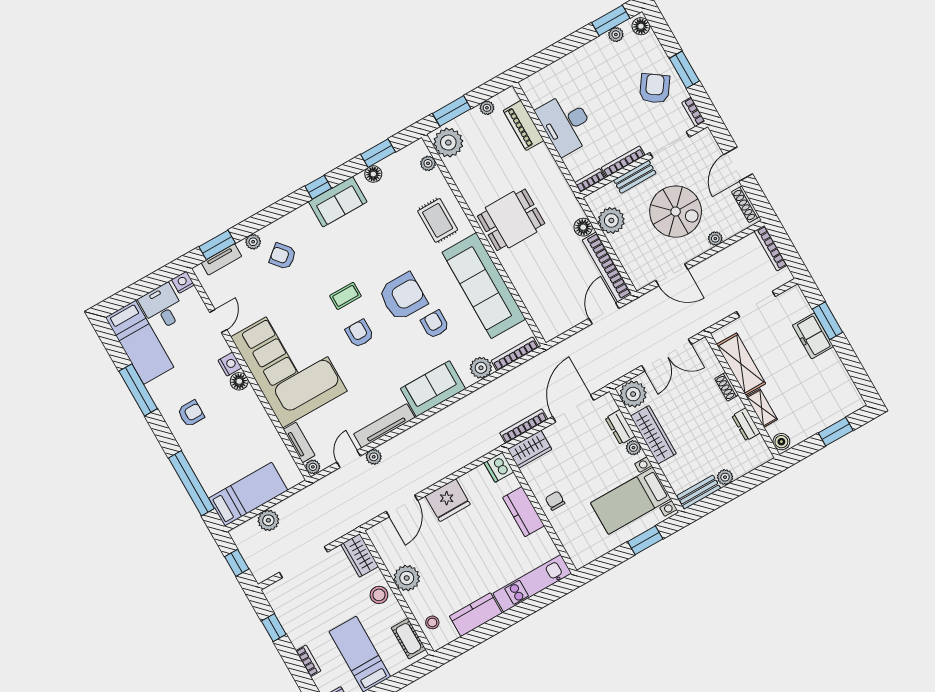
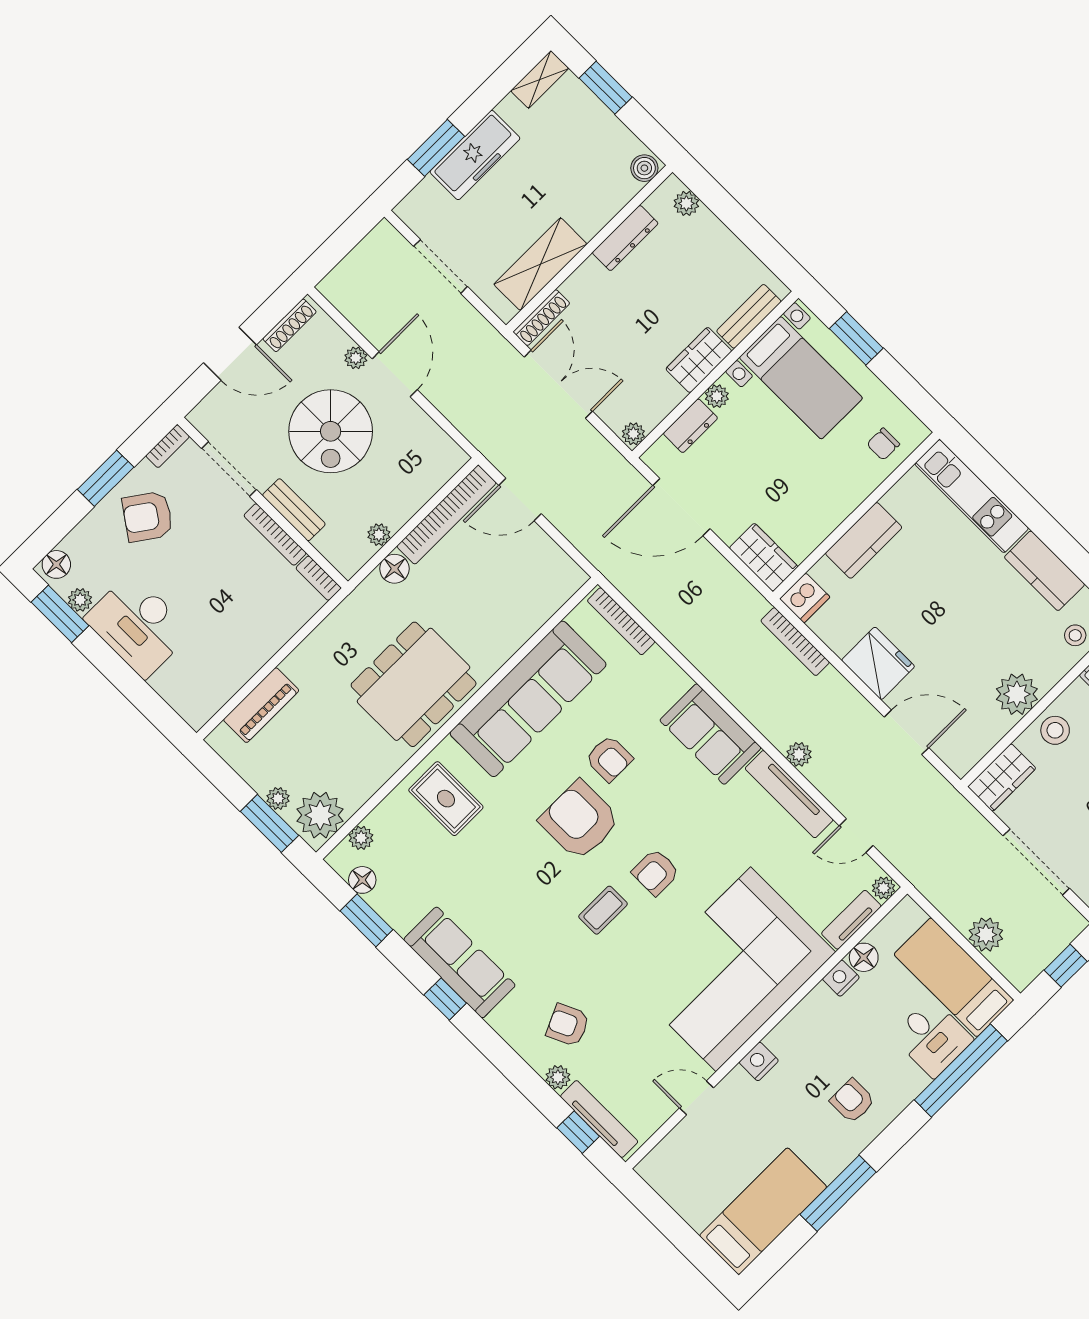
plant: (487, 108) -> (278, 798), moved
desk: (566, 124) -> (138, 625), moved, turned 90
floor lamp: (373, 174) -> (362, 880), moved
sofa: (338, 202) -> (459, 962), width x1.36
spiral stairs: (676, 212) -> (331, 431), turned 180
rug: (438, 220) -> (446, 799), turned 90
dining table: (511, 220) -> (414, 684), width x1.38
plant: (611, 220) -> (379, 535), width x0.53, depth x0.53
window: (217, 245) -> (578, 1132), width x0.67
bookcase: (771, 248) -> (347, 267), removed
armchair: (283, 256) -> (568, 1025), turned 105
tv unit: (221, 259) -> (599, 1119), width x1.41
door: (672, 275) -> (395, 374), moved
nightstand: (183, 282) -> (841, 978), moved, turned 90
coffee table: (345, 296) -> (603, 910), turned 90
desk: (162, 307) -> (932, 1038), moved, turned -90
armchair: (435, 324) -> (609, 759), turned -90
freezer: (813, 336) -> (475, 155), width x1.40
plant: (481, 368) -> (657, 668), removed
floor lamp: (239, 381) -> (864, 957), moved
shoe rack: (727, 387) -> (541, 318), moved, width x1.43
plant: (633, 394) -> (633, 434), width x0.53, depth x0.53
shelving: (762, 408) -> (540, 79), moved
dresser: (746, 424) -> (625, 238), width x1.44
bookcase: (524, 426) -> (795, 642), moved
wardrobe: (653, 435) -> (699, 360), width x0.67
plant: (374, 457) -> (799, 754), moved
plant: (725, 477) -> (686, 203), moved
bench: (699, 492) -> (749, 316), moved, turned 90
chair: (555, 501) -> (883, 444), moved

